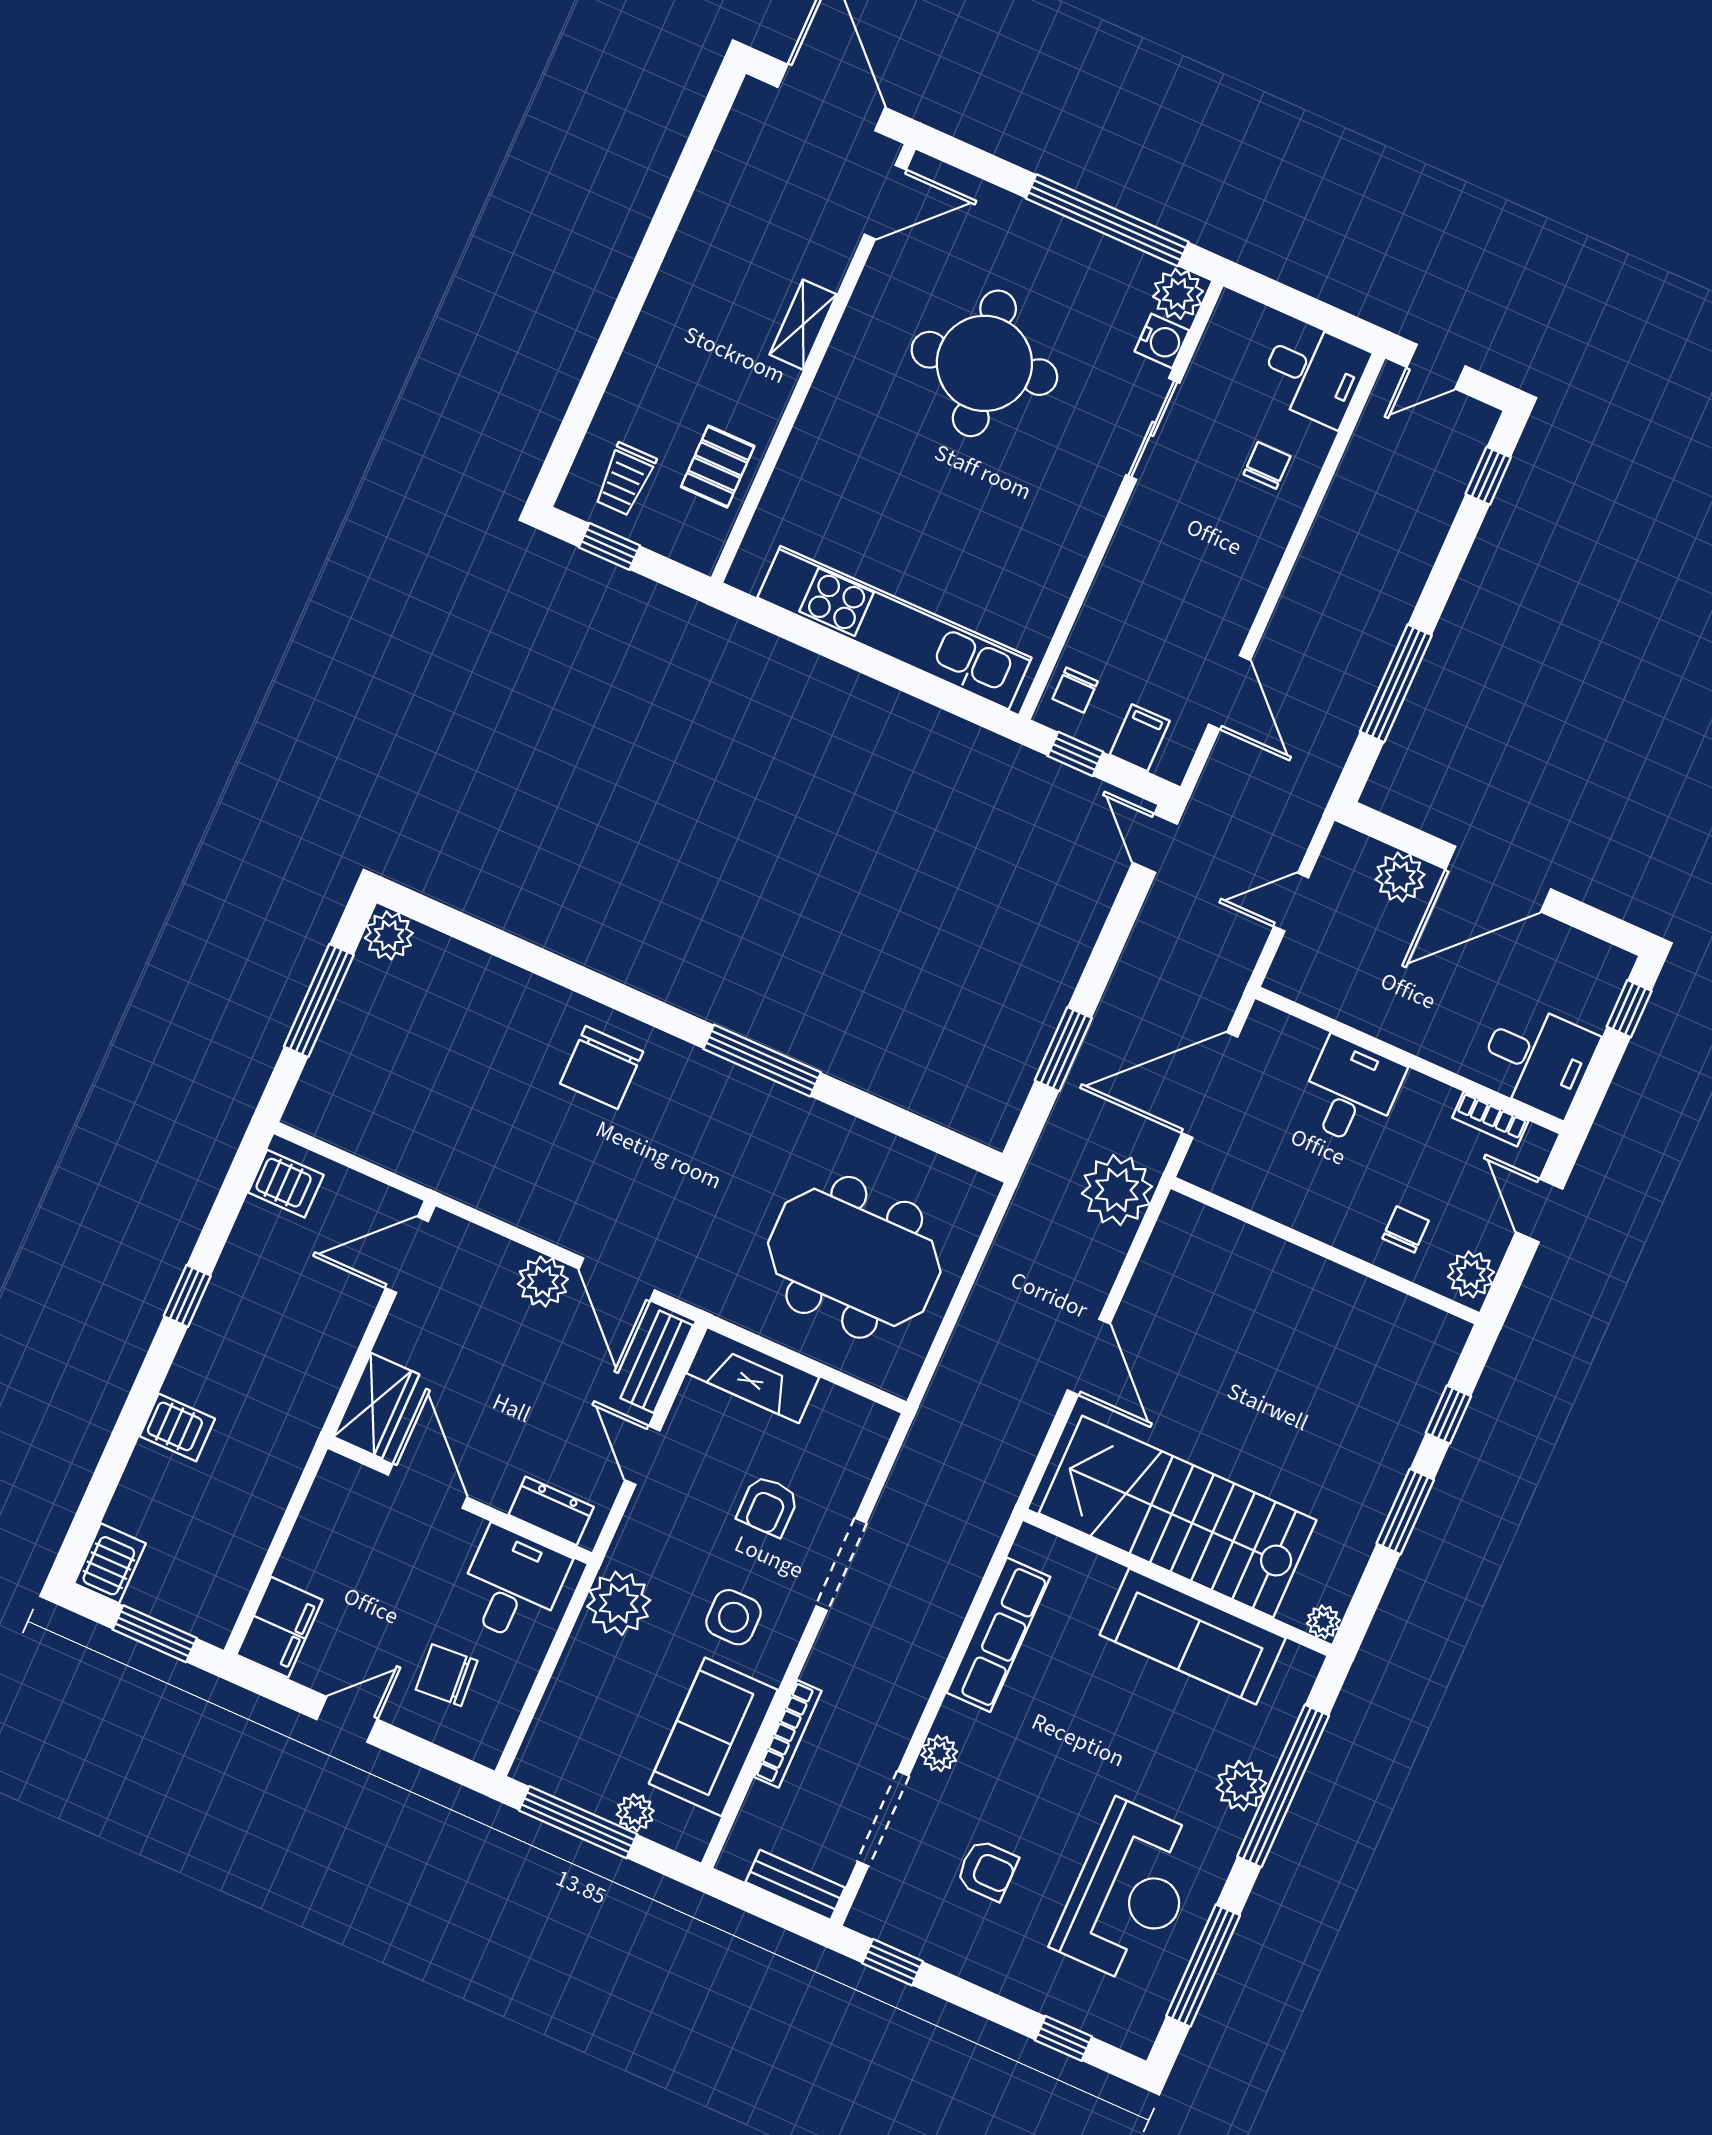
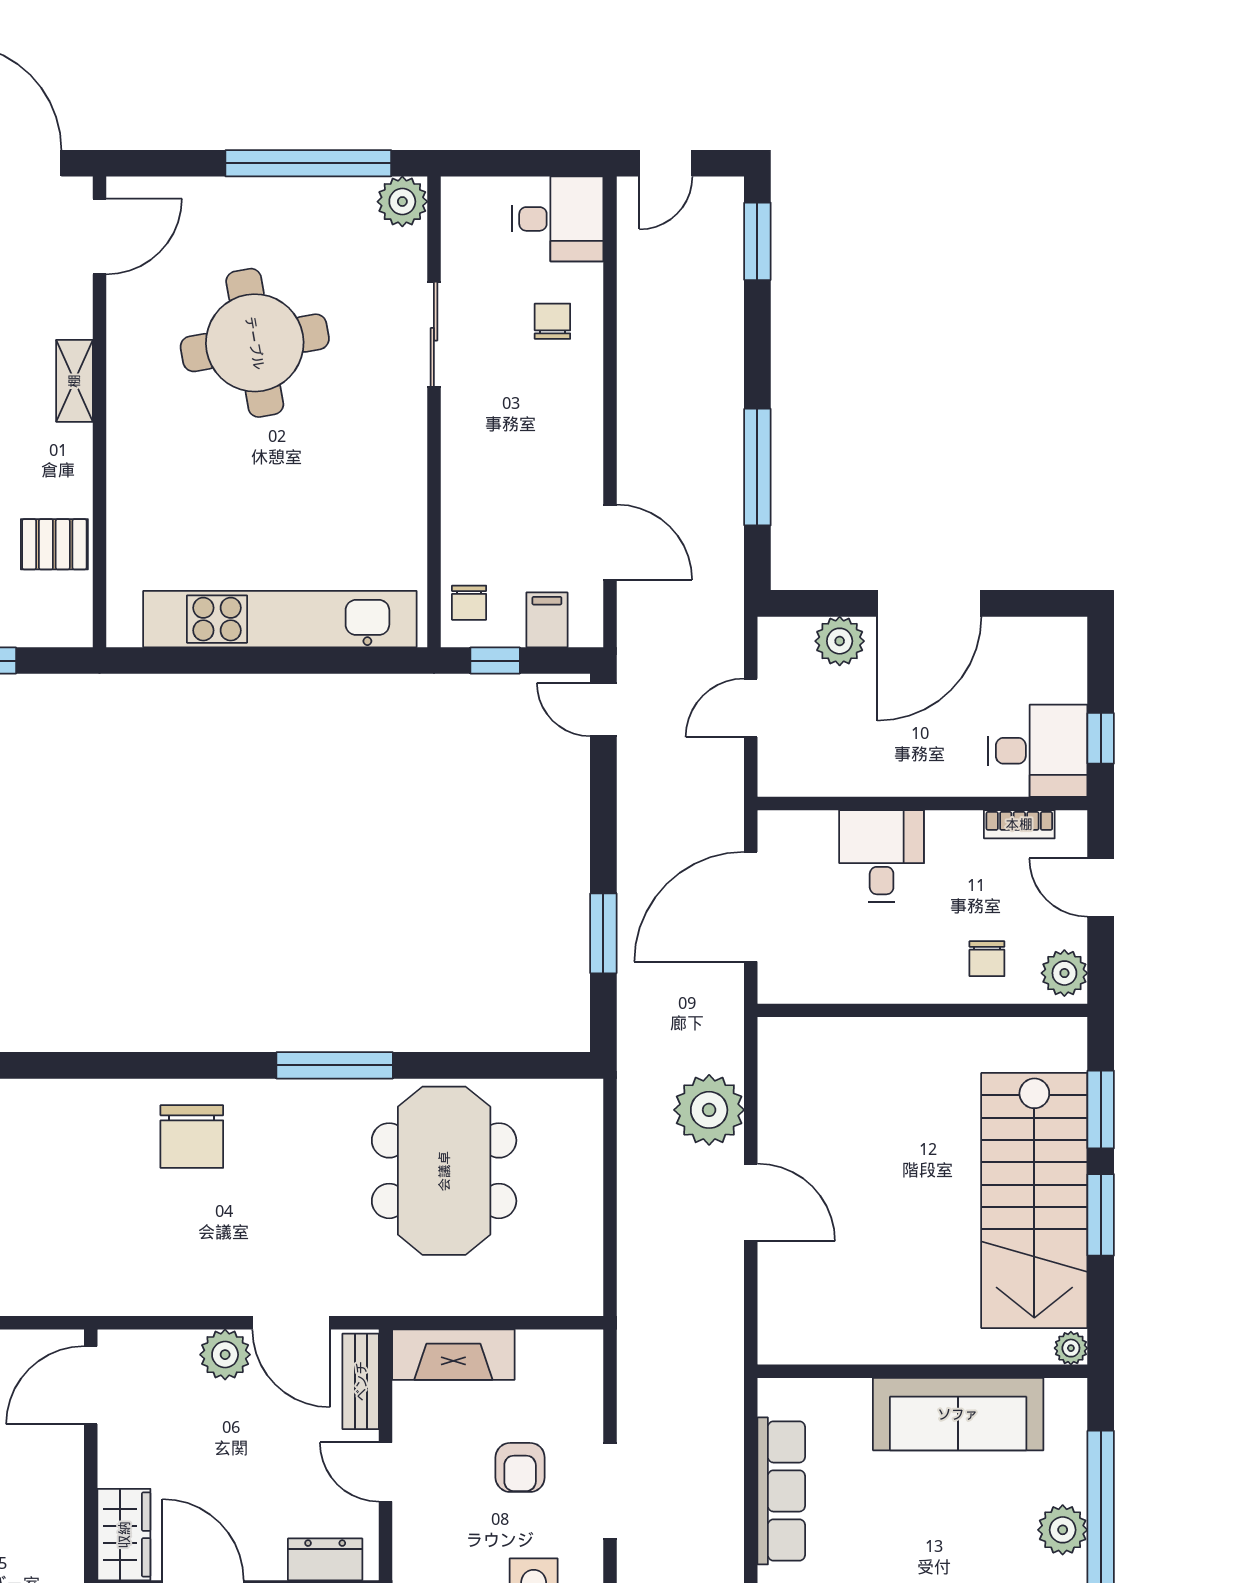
water cooler: (1162, 341) -> (407, 251), removed
pallet: (718, 467) -> (54, 544), turned 90
window: (1488, 476) -> (757, 241), width x1.50
window: (1629, 1009) -> (1101, 738), moved
plant: (1117, 1190) -> (709, 1110), moved
chair: (1406, 1229) -> (987, 959), turned 180
meeting table: (854, 1257) -> (444, 1171), moved, turned 90
window: (1448, 1415) -> (1101, 1109), width x1.50
stairs: (1178, 1517) -> (1034, 1200), moved, turned -90

